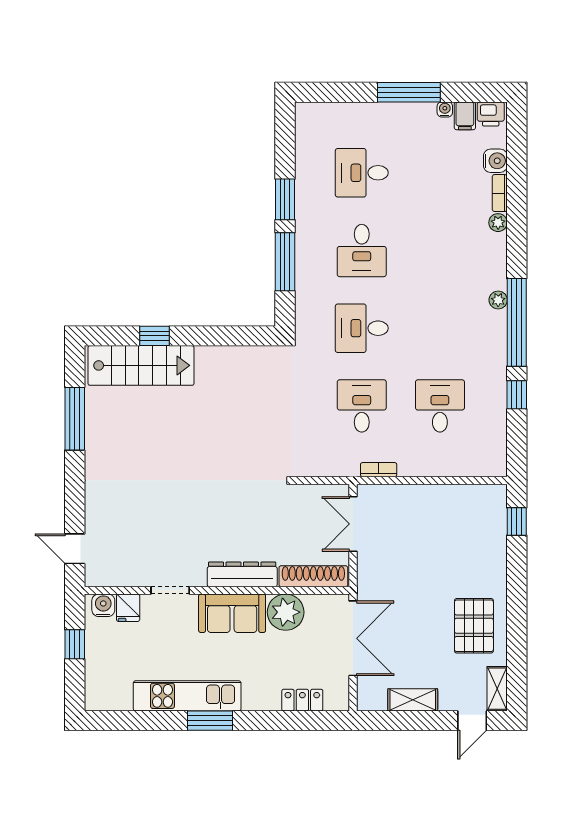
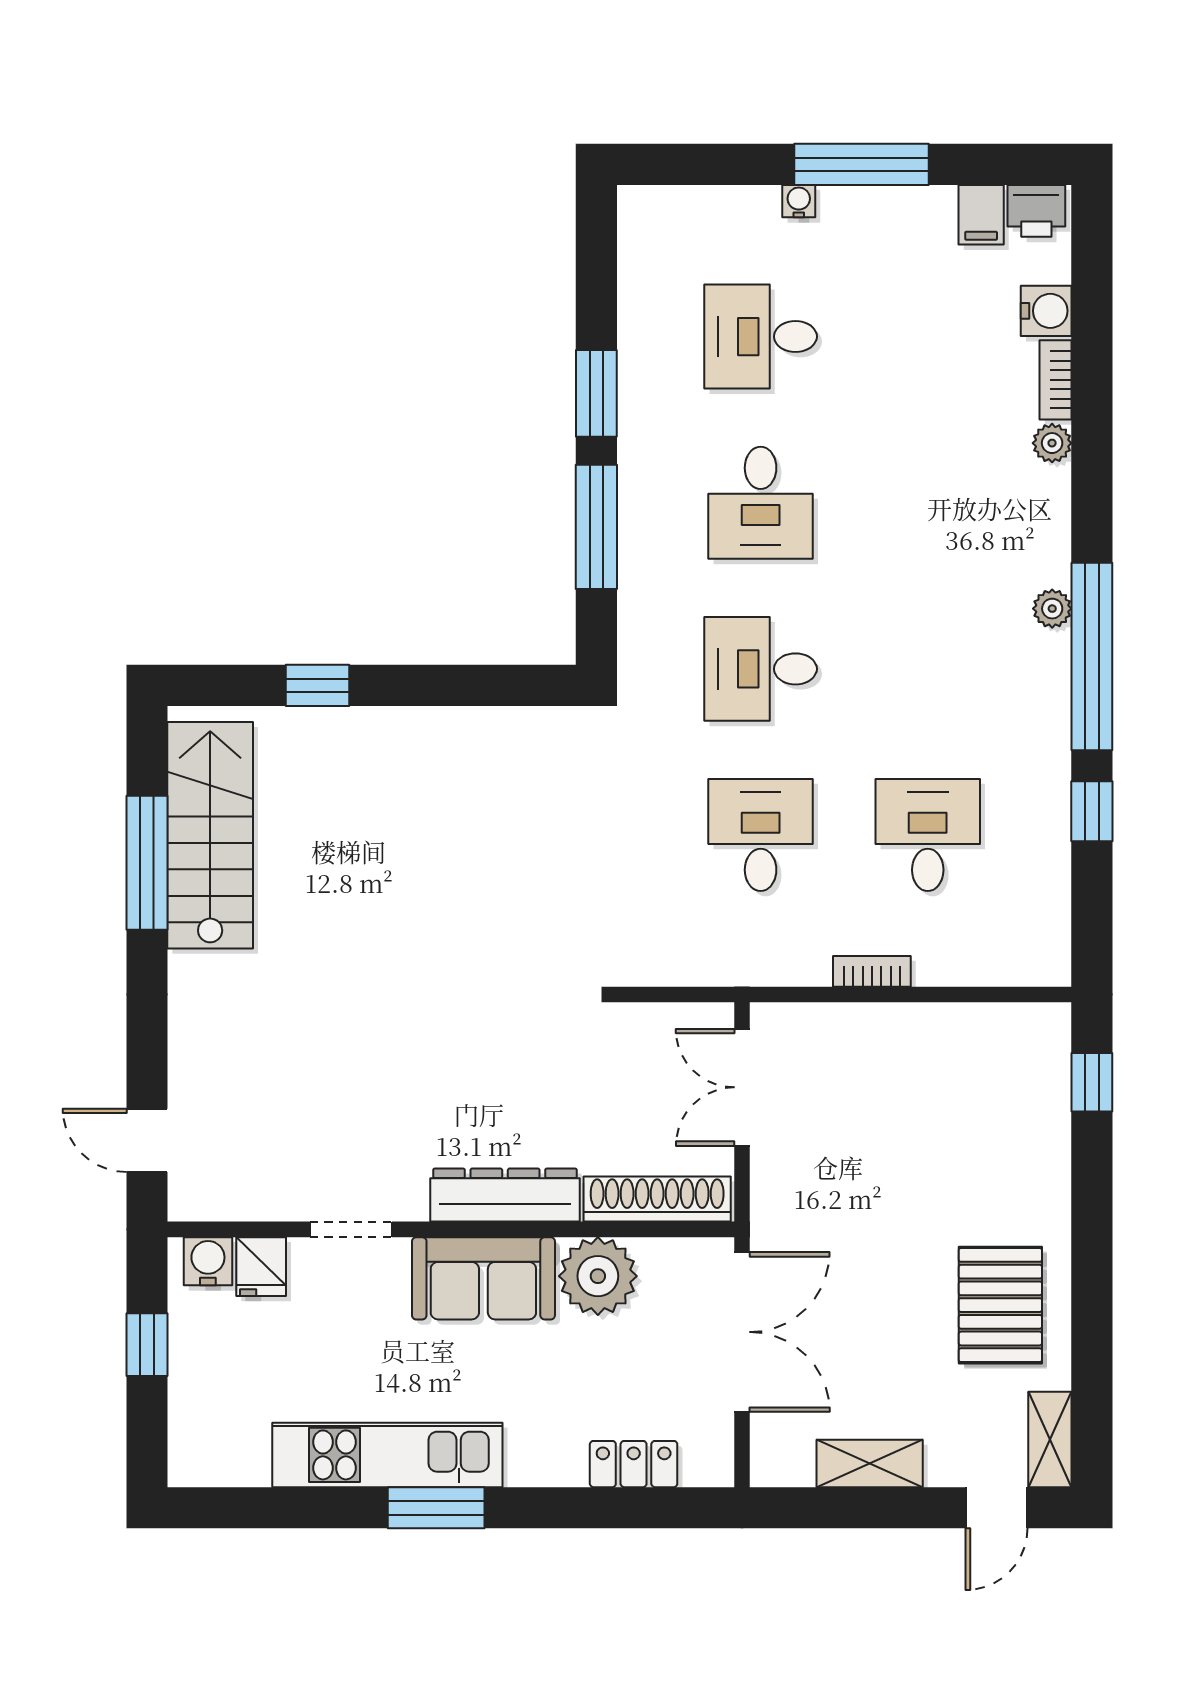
water cooler: (445, 109) -> (799, 201), moved
stairs: (141, 365) -> (210, 835), moved, turned -90
bookcase: (379, 470) -> (872, 971), moved

